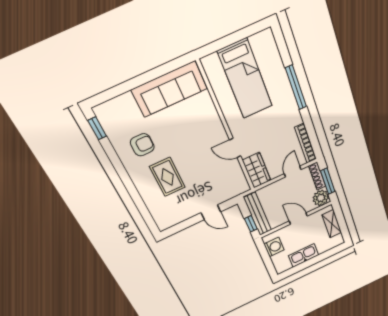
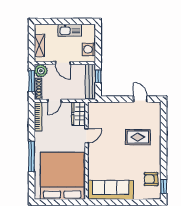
bed: (245, 79) -> (62, 176), width x2.04
armchair: (142, 145) -> (151, 179), moved
door: (235, 148) -> (86, 136), hinge flipped
rug: (167, 177) -> (138, 137), turned 90
door: (211, 212) -> (140, 99), moved

